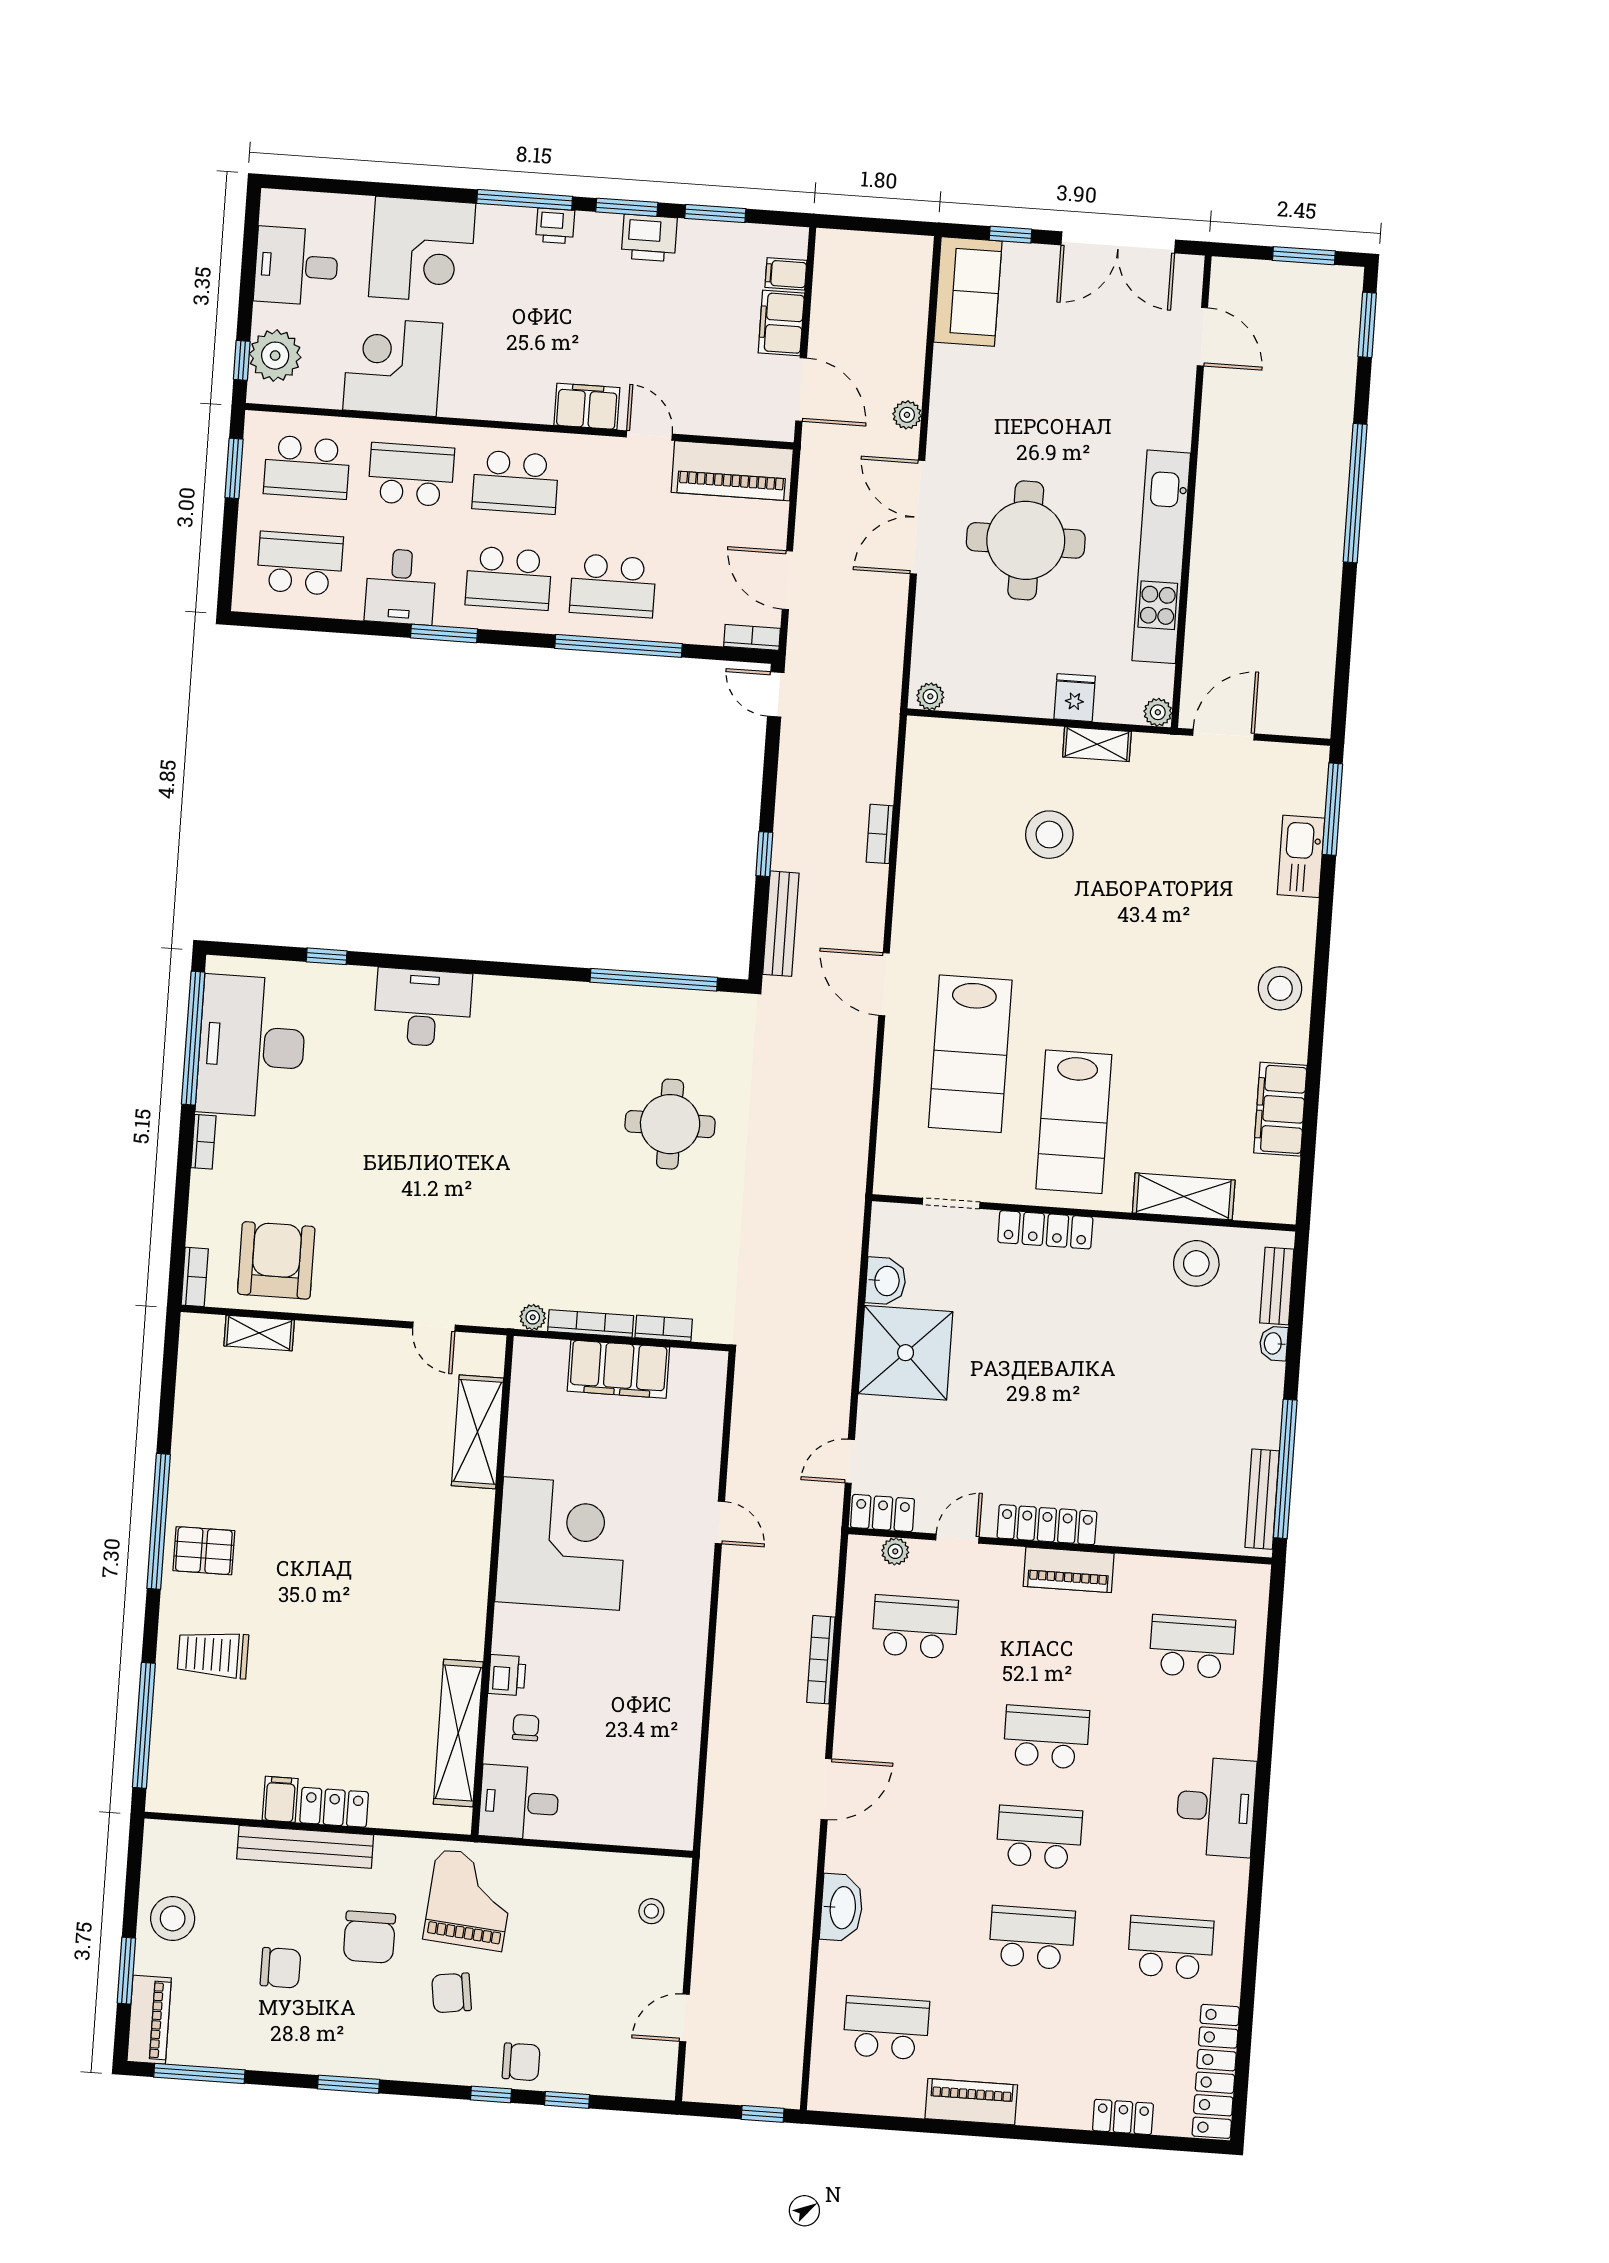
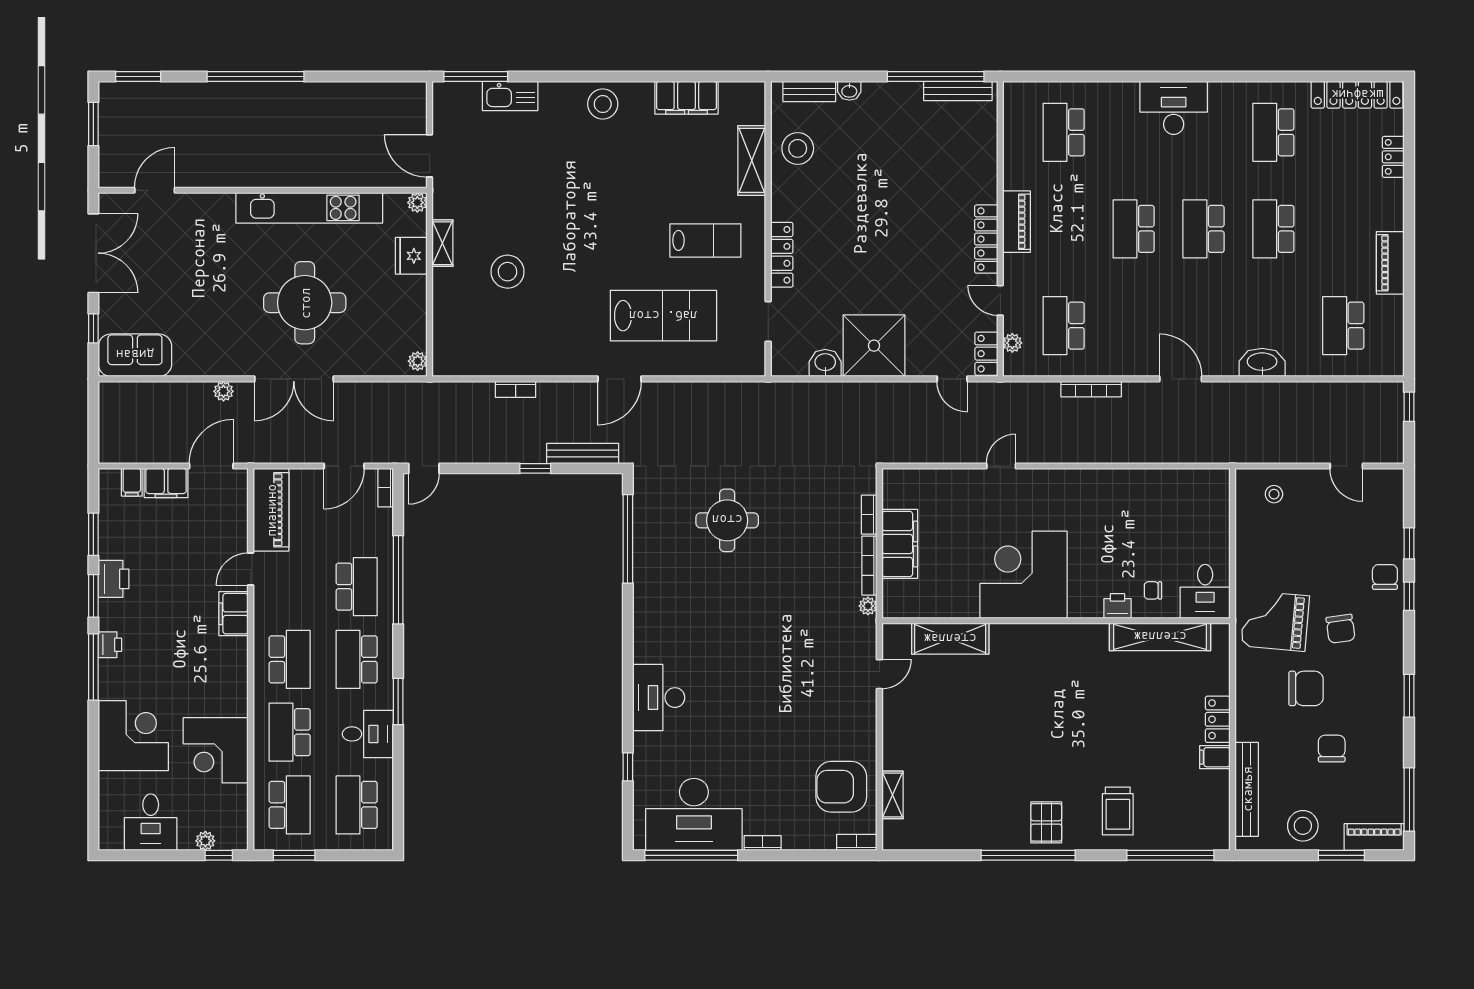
plant: (275, 356) -> (205, 841), width x0.53, depth x0.53
school desk: (509, 578) -> (357, 659), turned 180
fridge: (1075, 698) -> (411, 256), width x1.38
lab bench: (1074, 1122) -> (705, 240), width x0.73, depth x0.72
bench: (305, 1847) -> (1247, 789), moved

